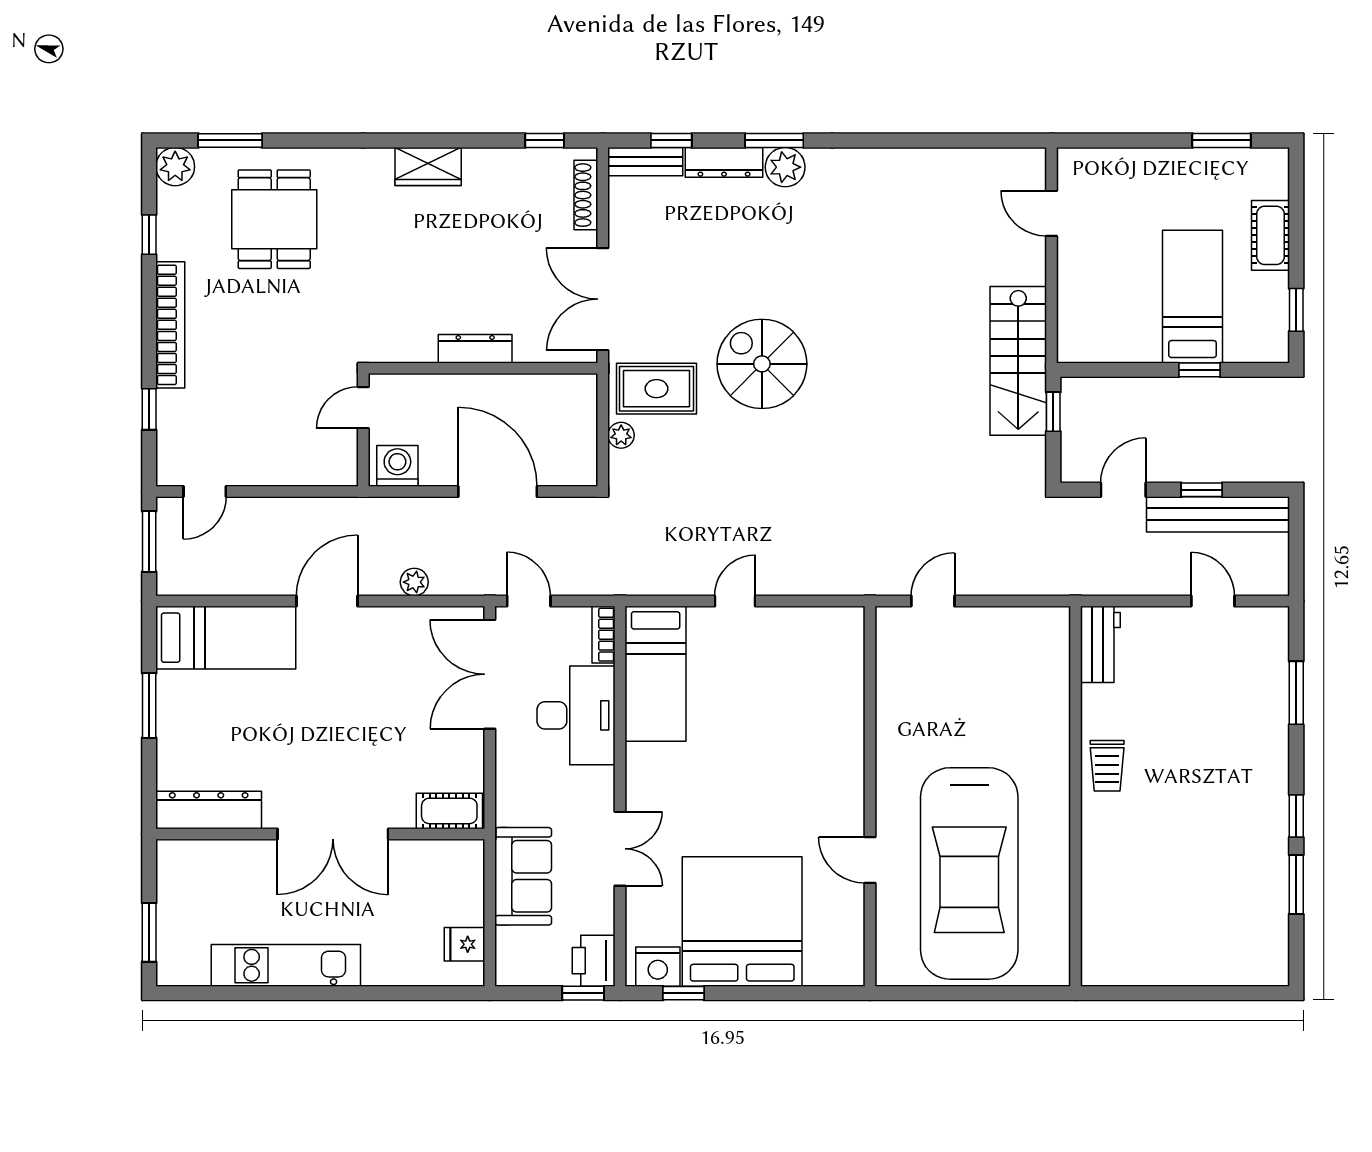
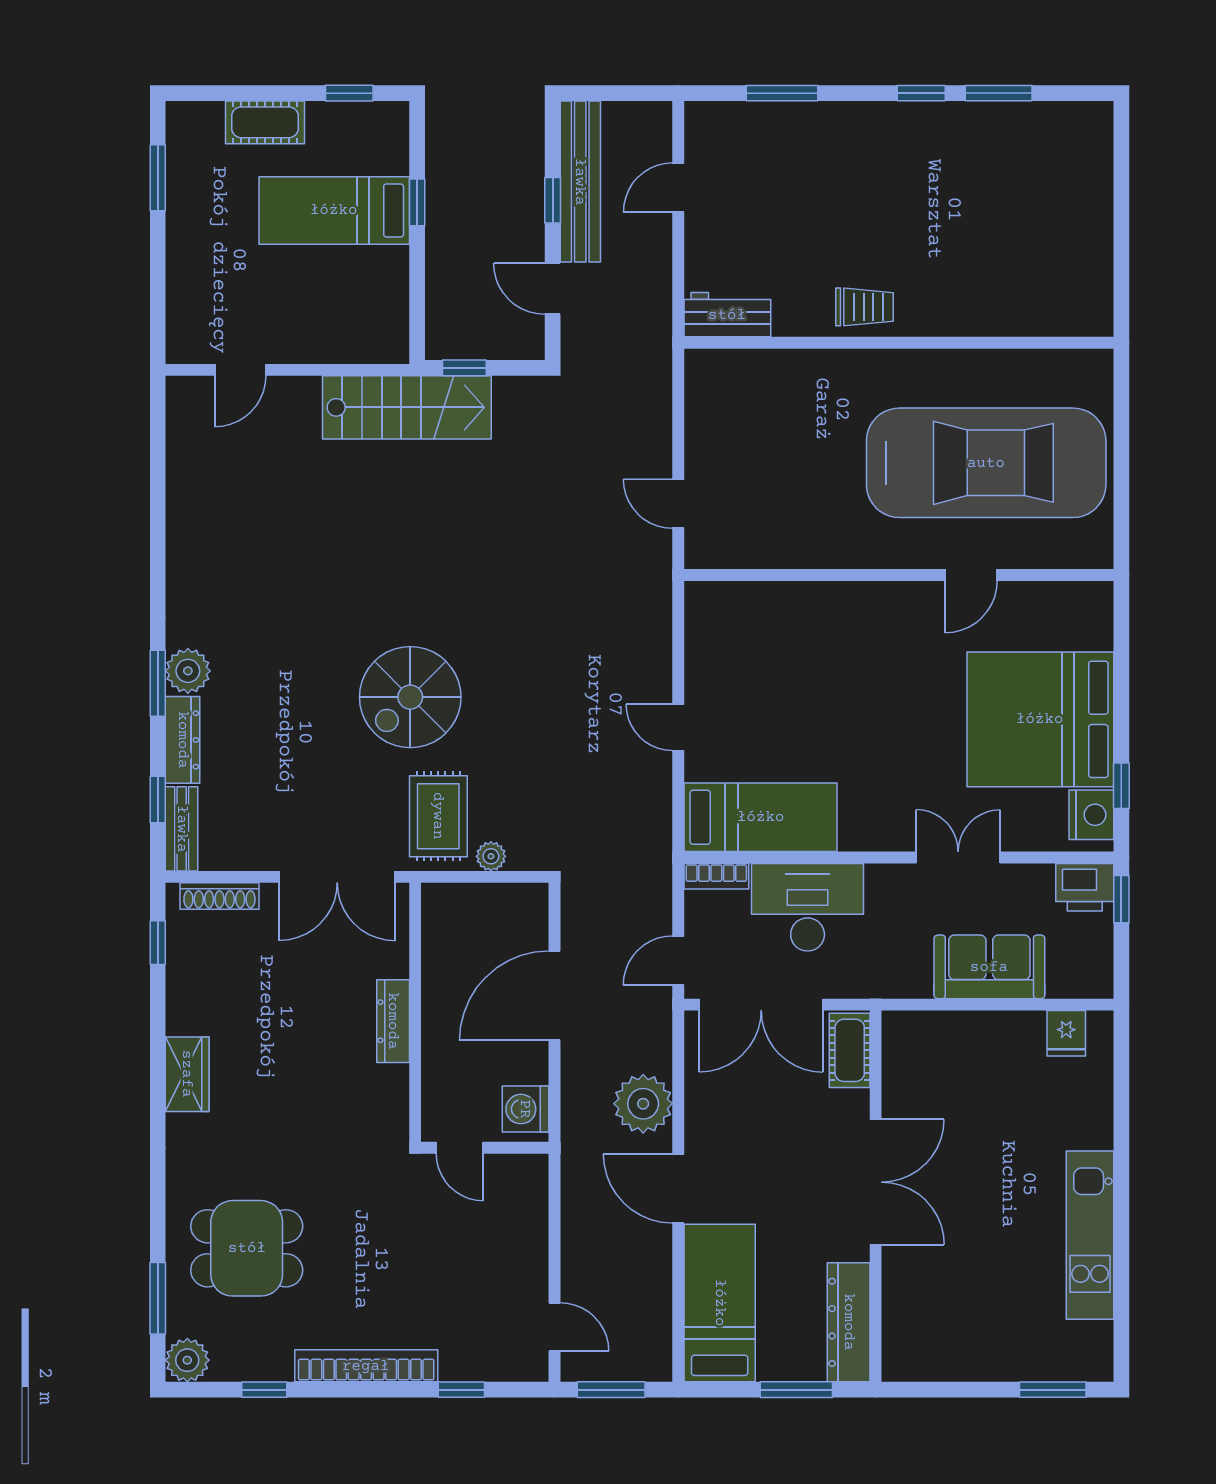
plant: (414, 582) -> (643, 1104), width x1.88, depth x1.88
dresser: (209, 810) -> (849, 1322), moved
cot: (449, 811) -> (850, 1050), moved
wall: (320, 834) -> (876, 1196), moved
double door: (333, 834) -> (876, 1182), moved

